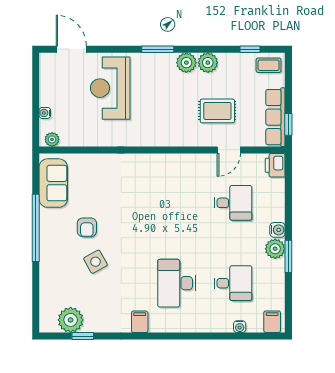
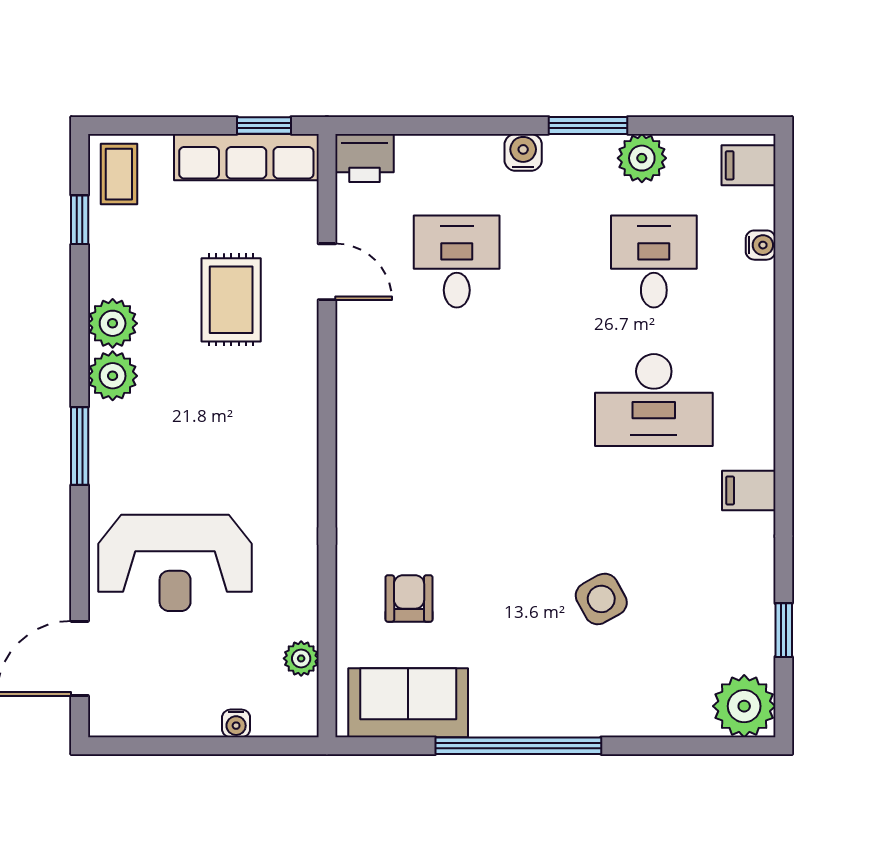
plant: (52, 139) -> (301, 658), moved
armchair: (87, 227) -> (409, 598), moved, turned -90
plant: (275, 249) -> (642, 158), moved
plant: (71, 320) -> (744, 706), moved

